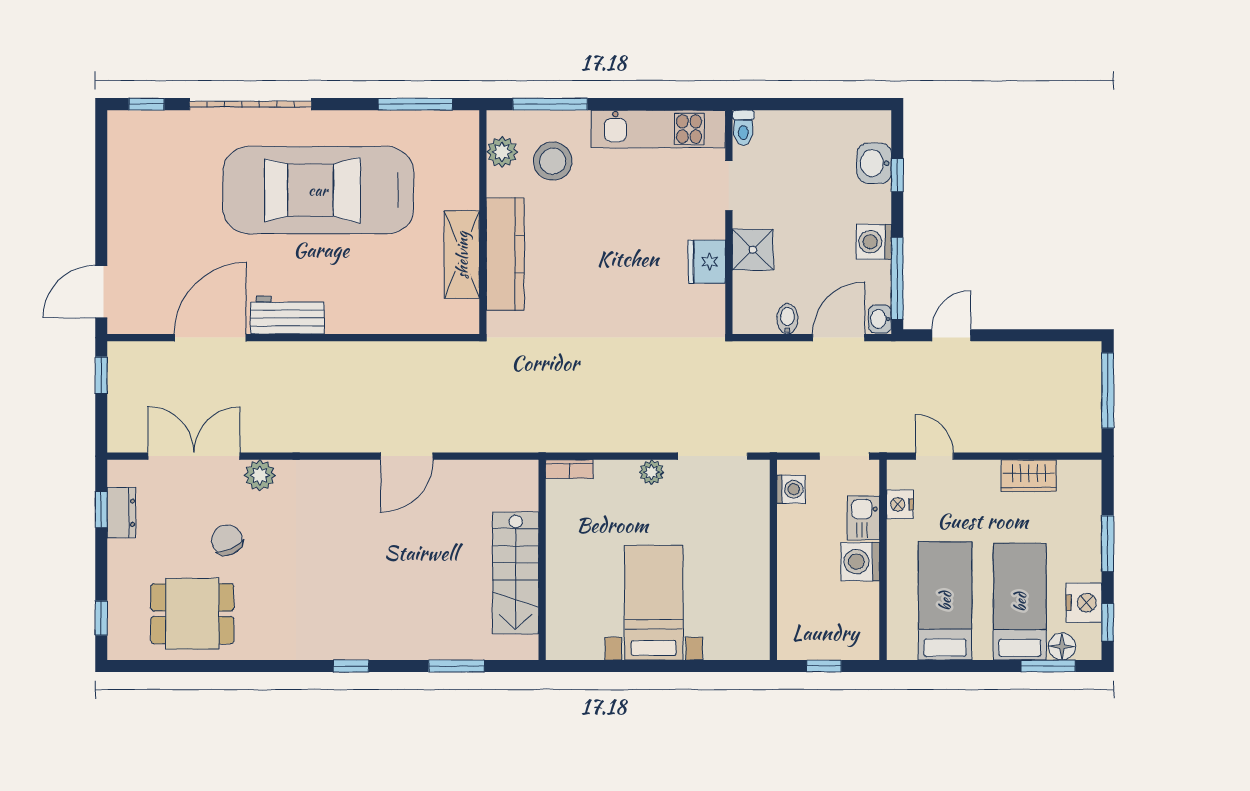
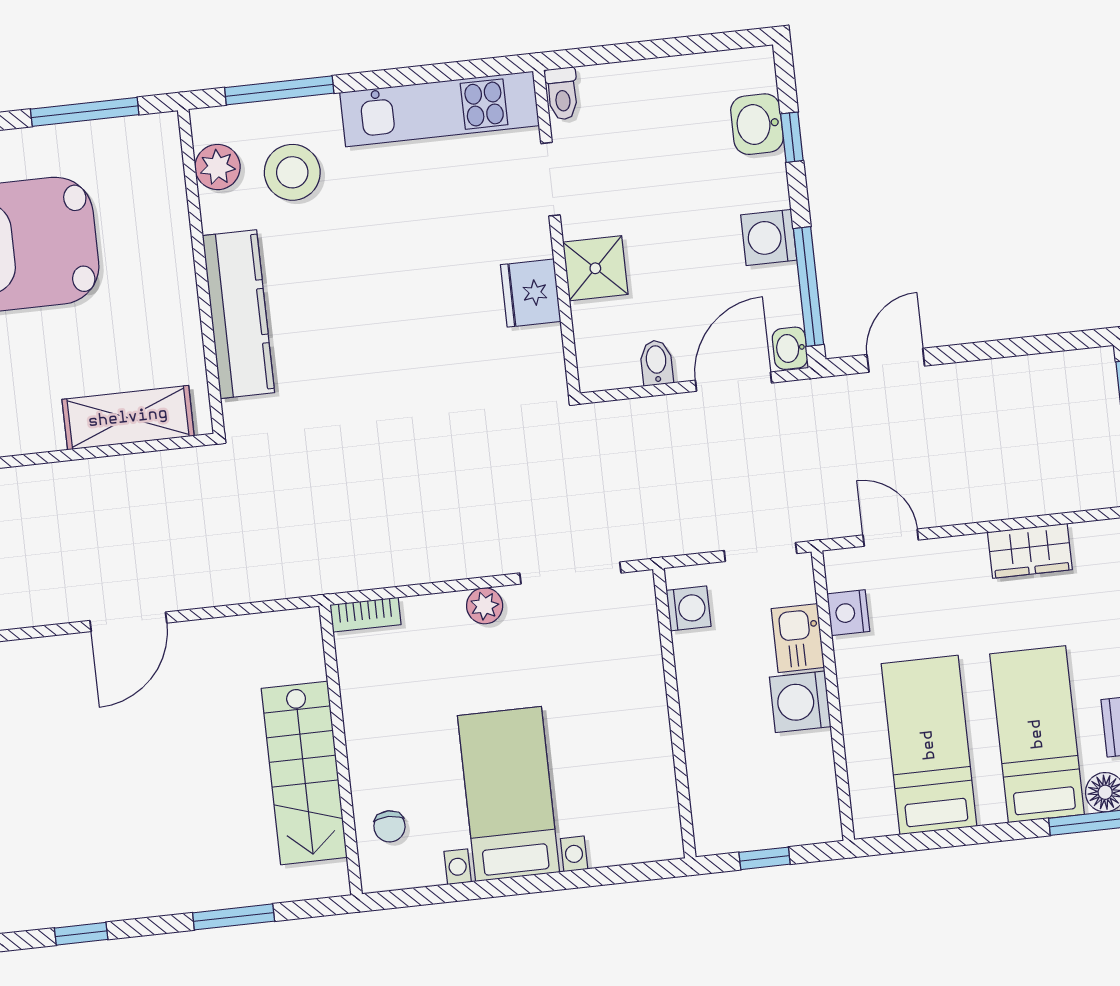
shelving: (462, 255) -> (128, 418), moved, turned 90
chair: (570, 616) -> (389, 826), added

